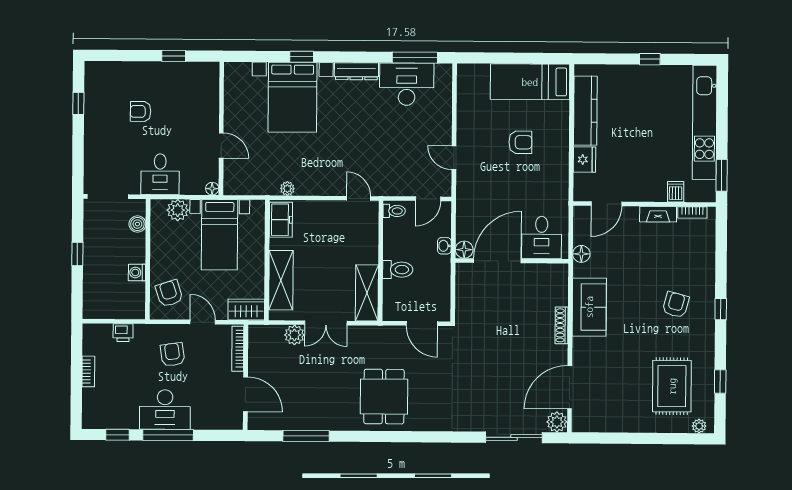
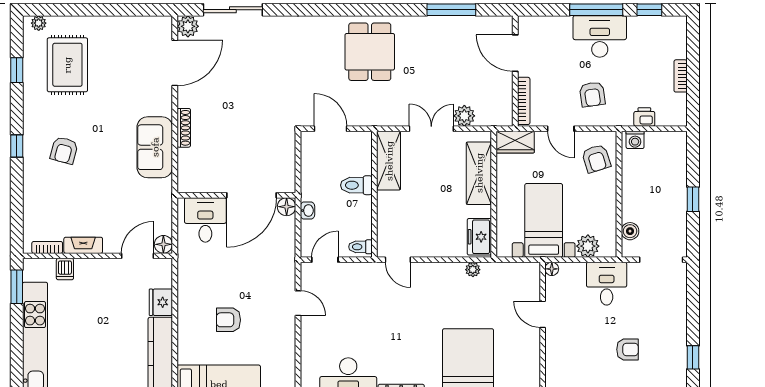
floor lamp: (581, 254) -> (163, 244), moved
washing machine: (137, 272) -> (635, 140), moved, turned 90

